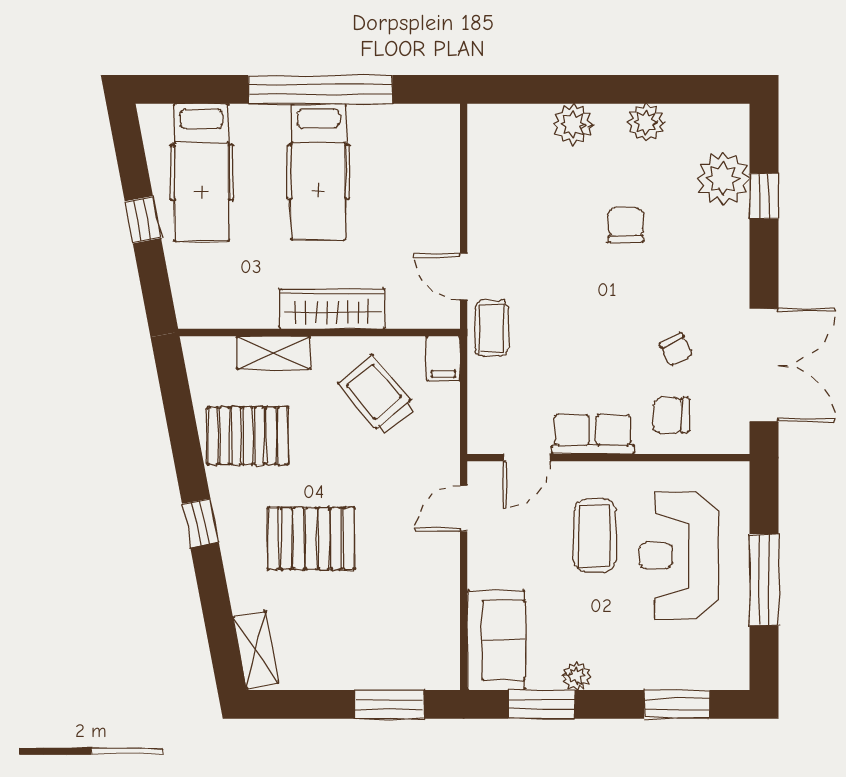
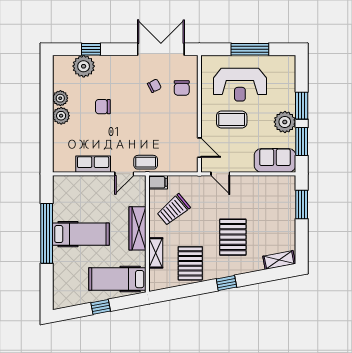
plant: (573, 124) -> (61, 116), moved
hospital bed: (202, 173) -> (117, 279), moved, turned 180
row of seats: (593, 434) -> (93, 164), moved, turned 90
plant: (576, 676) -> (285, 122), width x1.88, depth x1.88
window: (677, 704) -> (302, 106), moved

